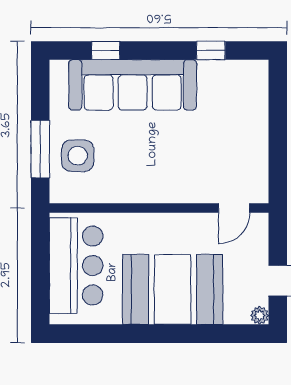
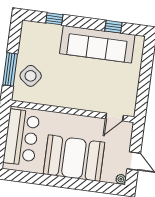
sofa: (133, 85) -> (97, 44), moved
side table: (78, 156) -> (31, 76), turned 38

